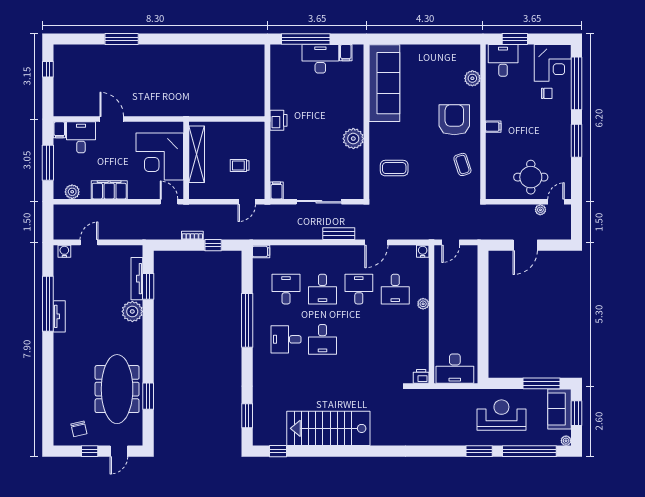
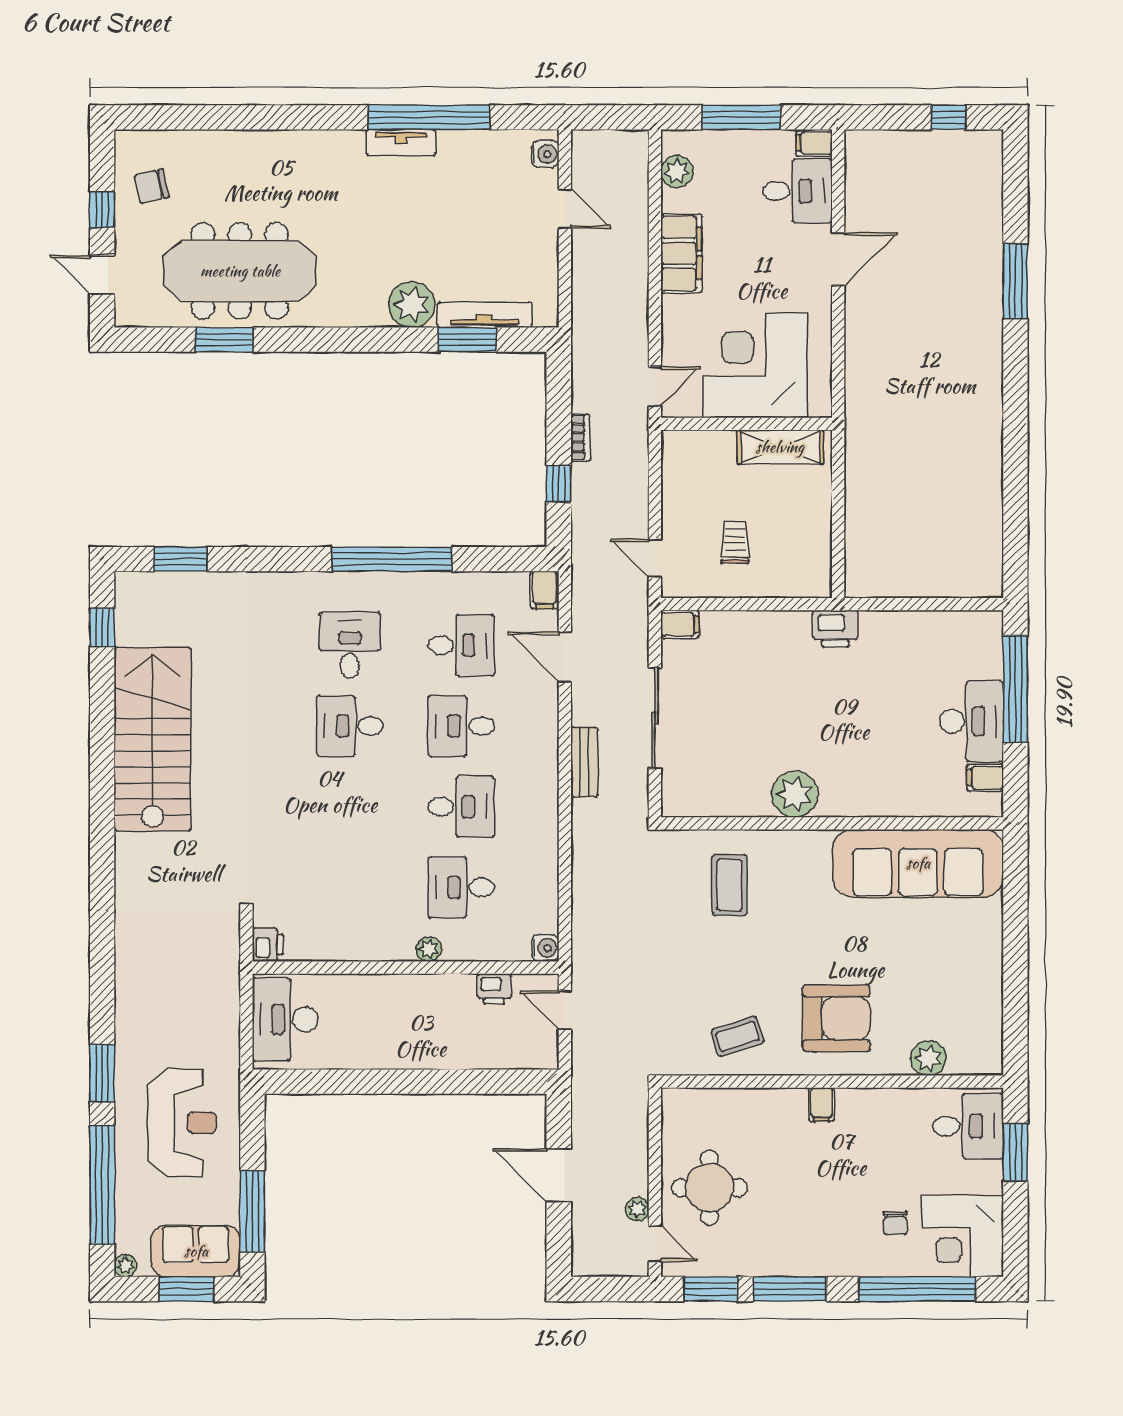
shelving: (197, 154) -> (780, 447), width x0.68
window: (577, 177) -> (711, 1289), added
door: (376, 242) -> (565, 657), moved
printer: (441, 274) -> (494, 989), added

